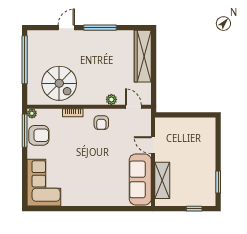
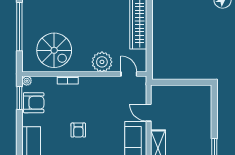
plant: (111, 99) -> (102, 62), width x1.88, depth x1.88
armchair: (101, 123) -> (78, 130), moved
window: (25, 131) -> (19, 98), width x0.69

